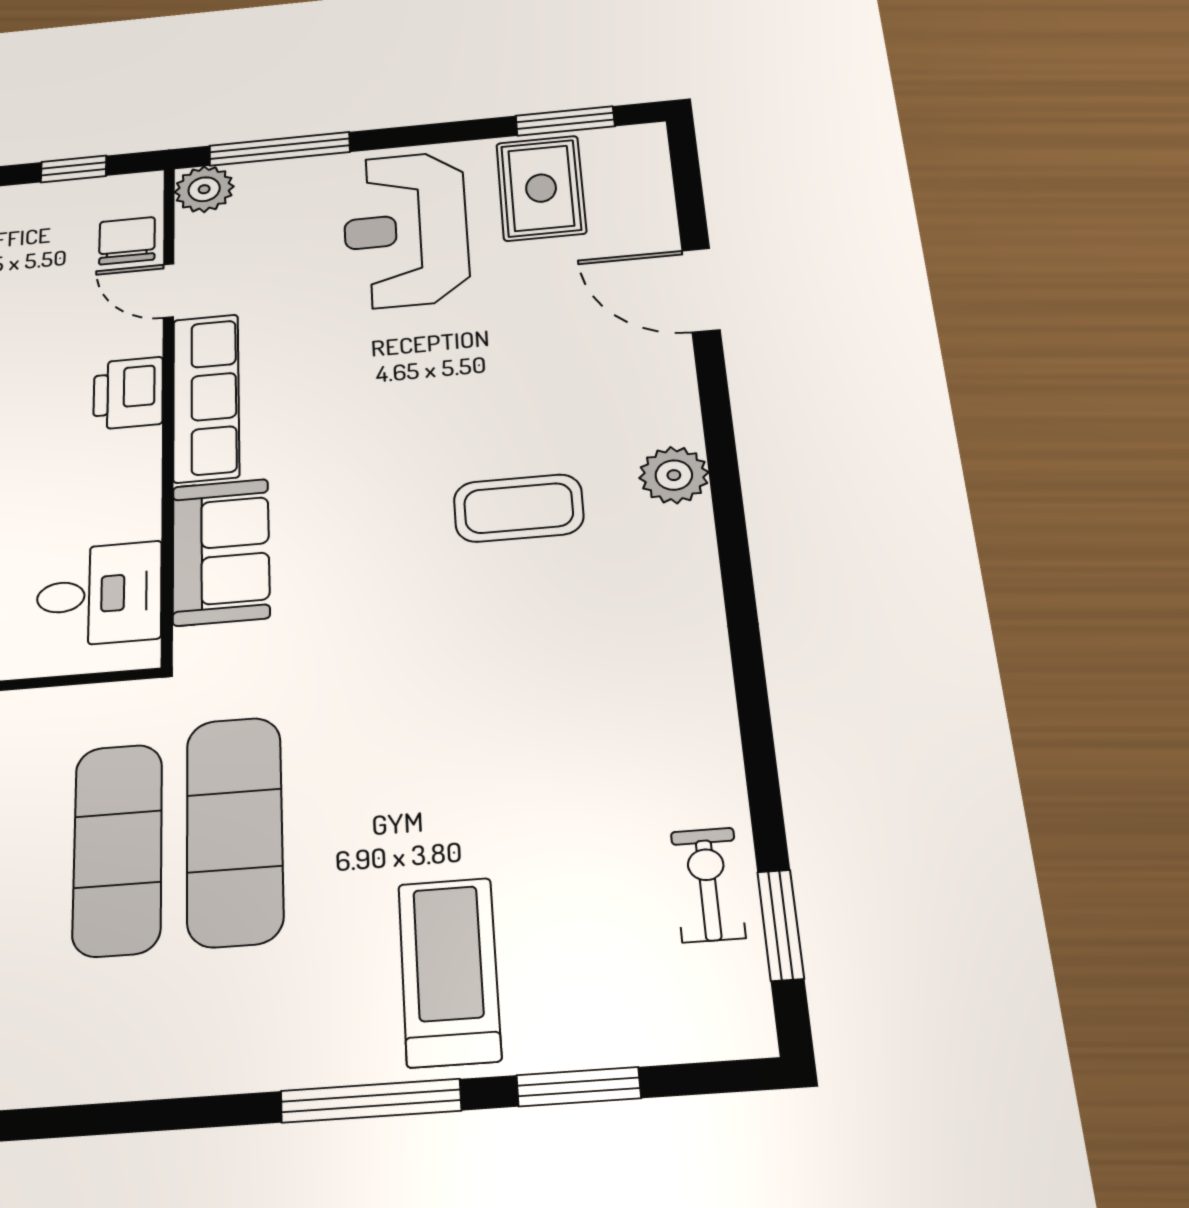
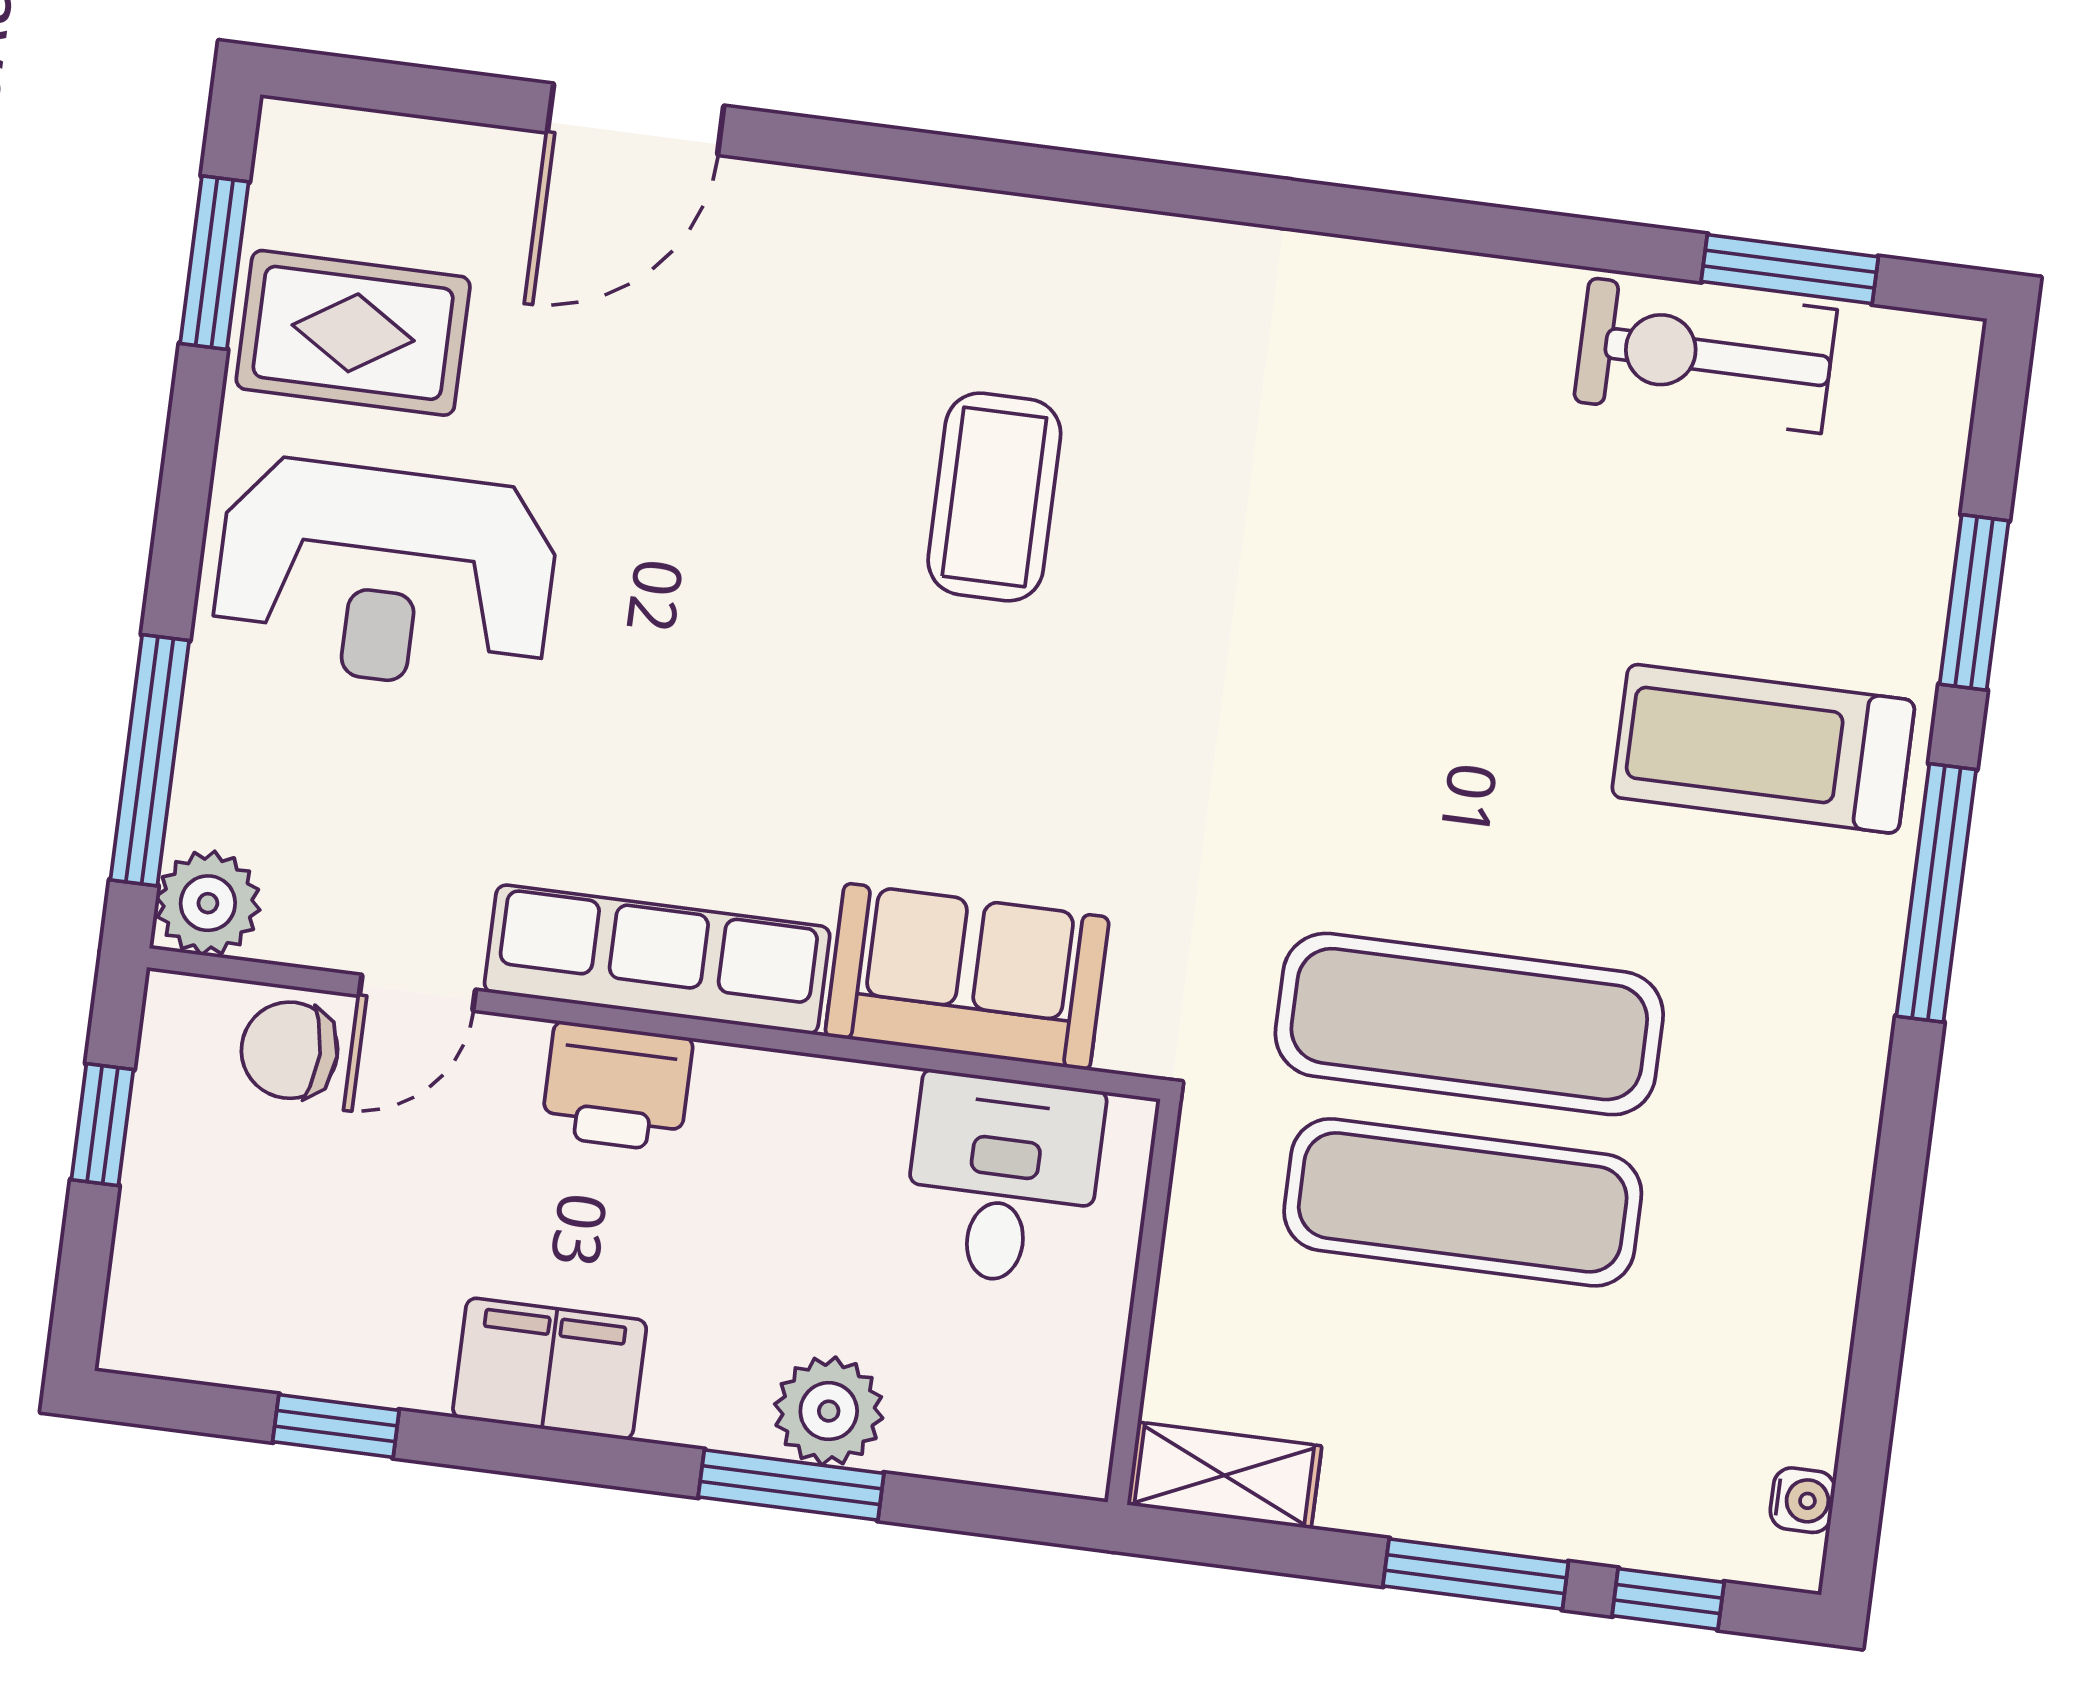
plant: (674, 475) -> (989, 244), removed
exercise bike: (708, 885) -> (1705, 356), width x1.38, depth x1.39

